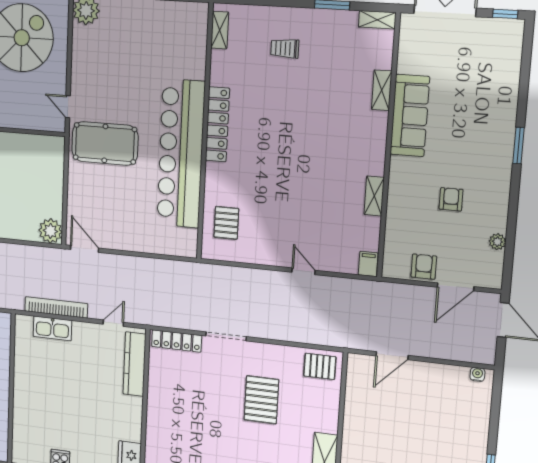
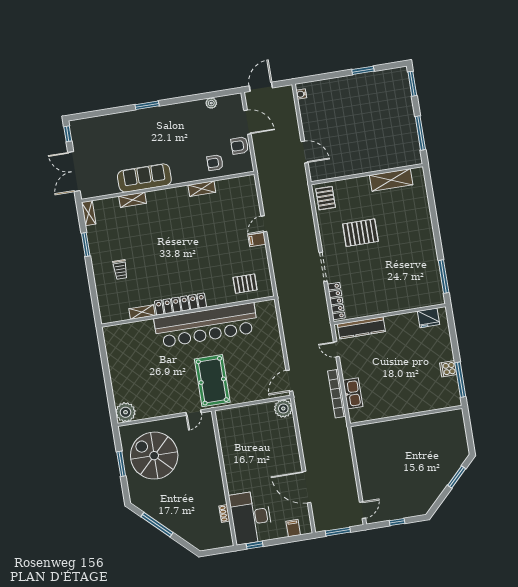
shelving: (220, 30) -> (142, 312), moved
armchair: (451, 199) -> (215, 163), moved
filing cabinet: (368, 264) -> (257, 240), moved

